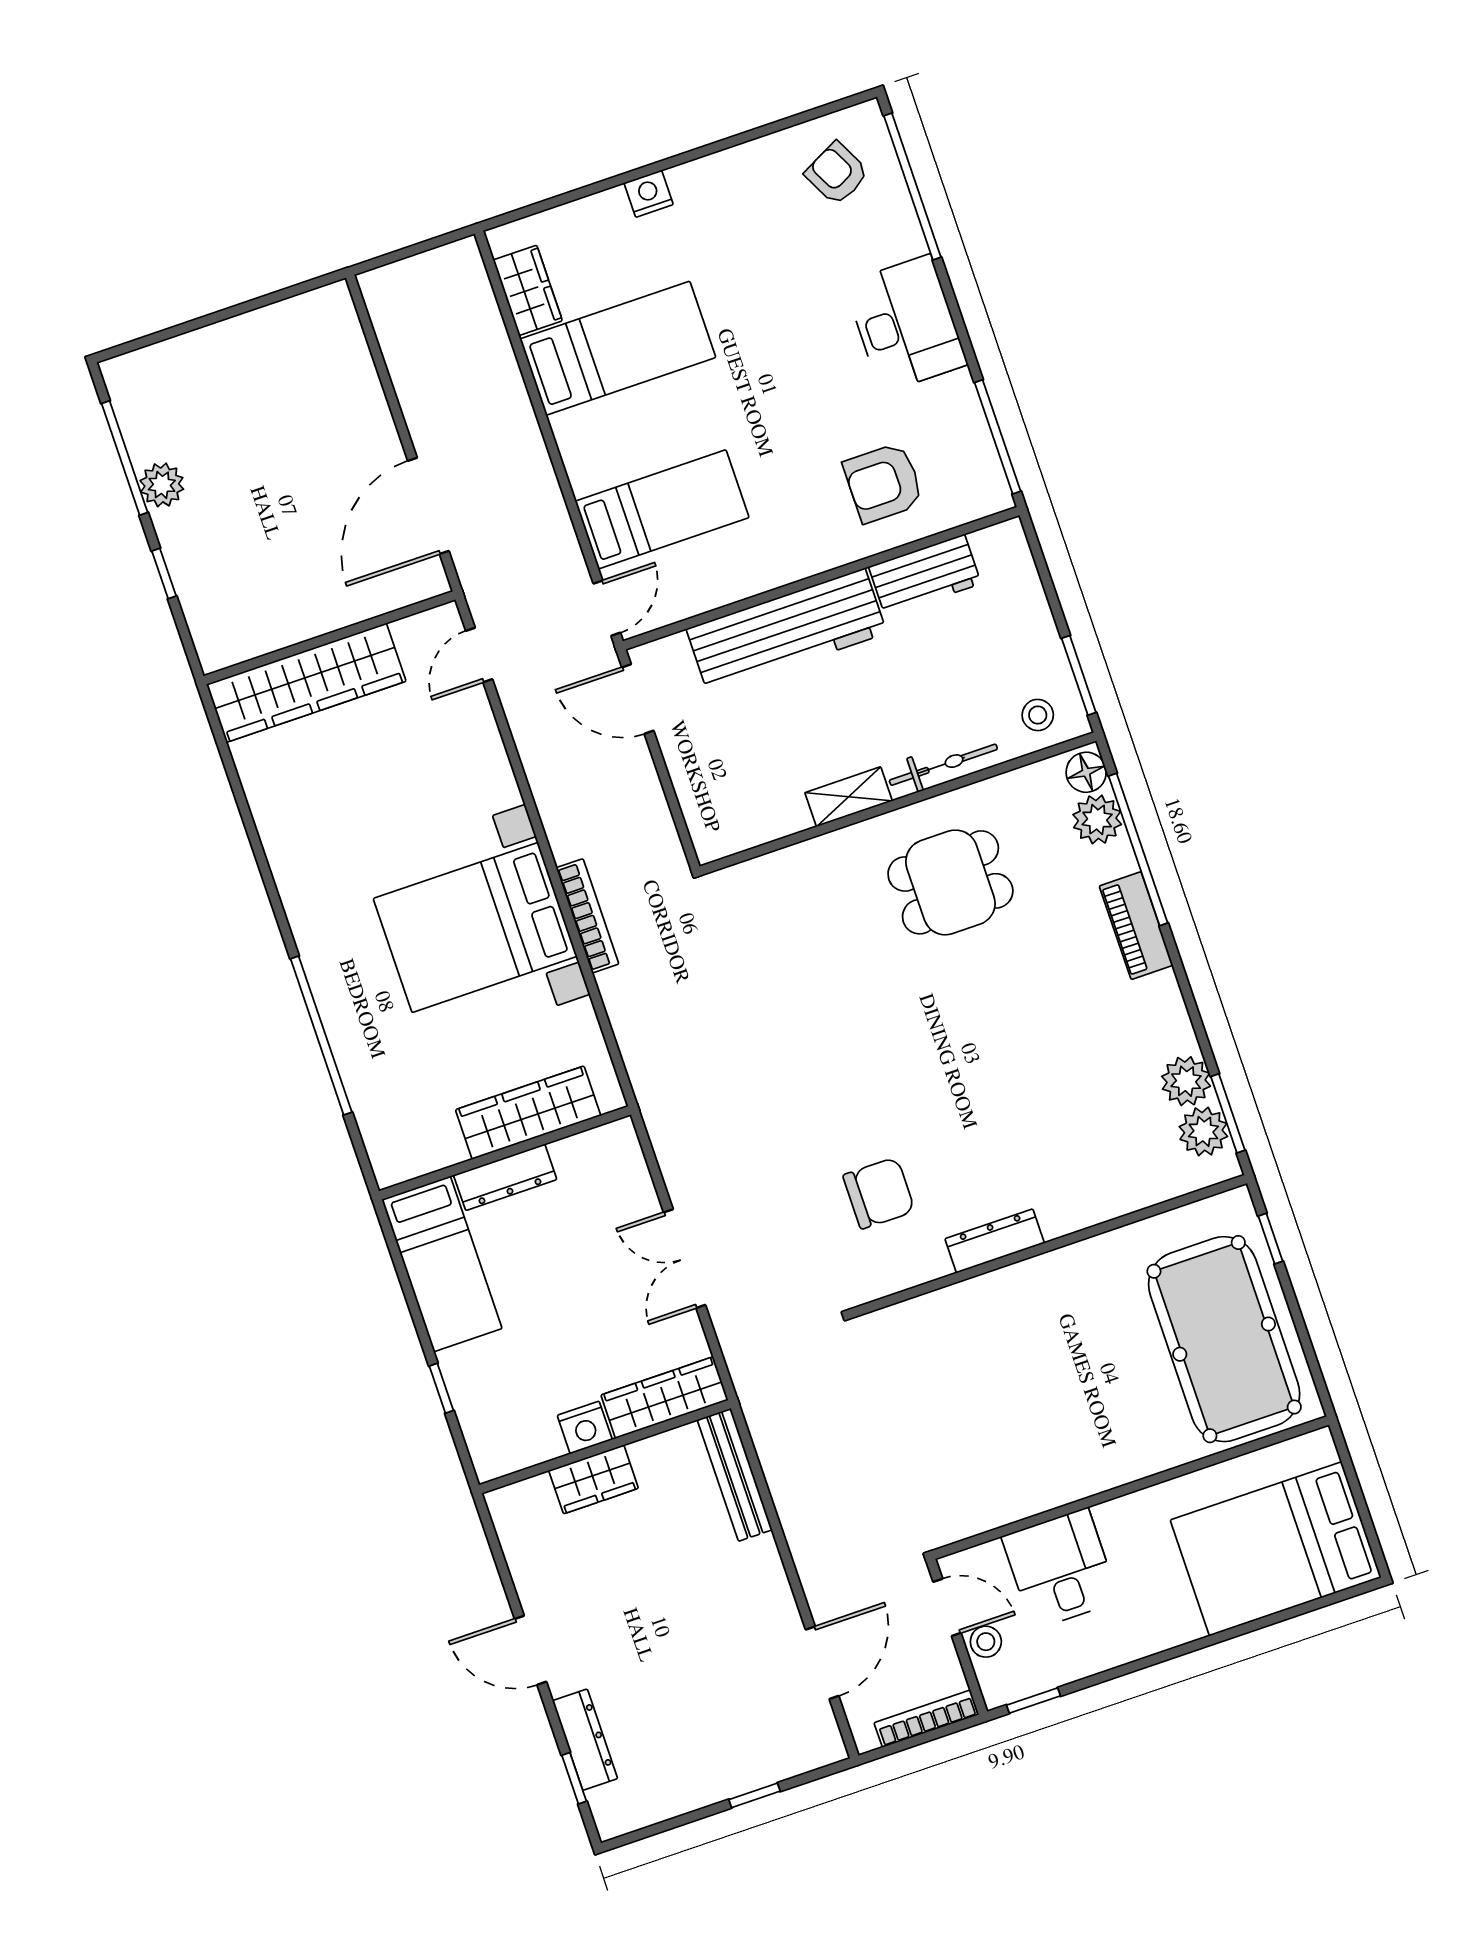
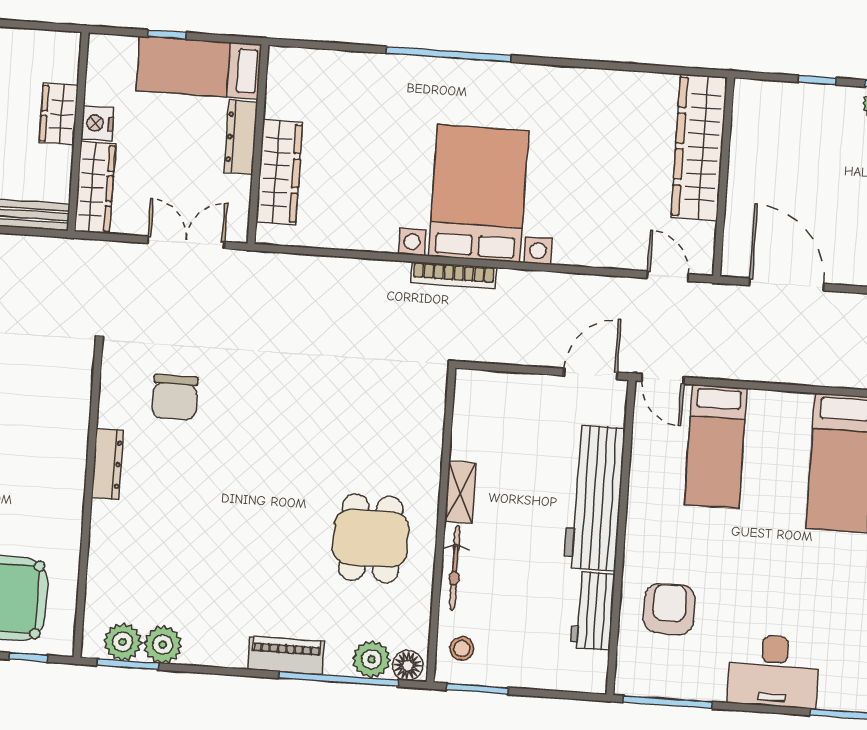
wardrobe: (528, 1113) -> (279, 172), moved
wall: (505, 1153) -> (258, 144), moved
dresser: (505, 1177) -> (241, 137), moved
bed: (442, 1264) -> (199, 68), moved

